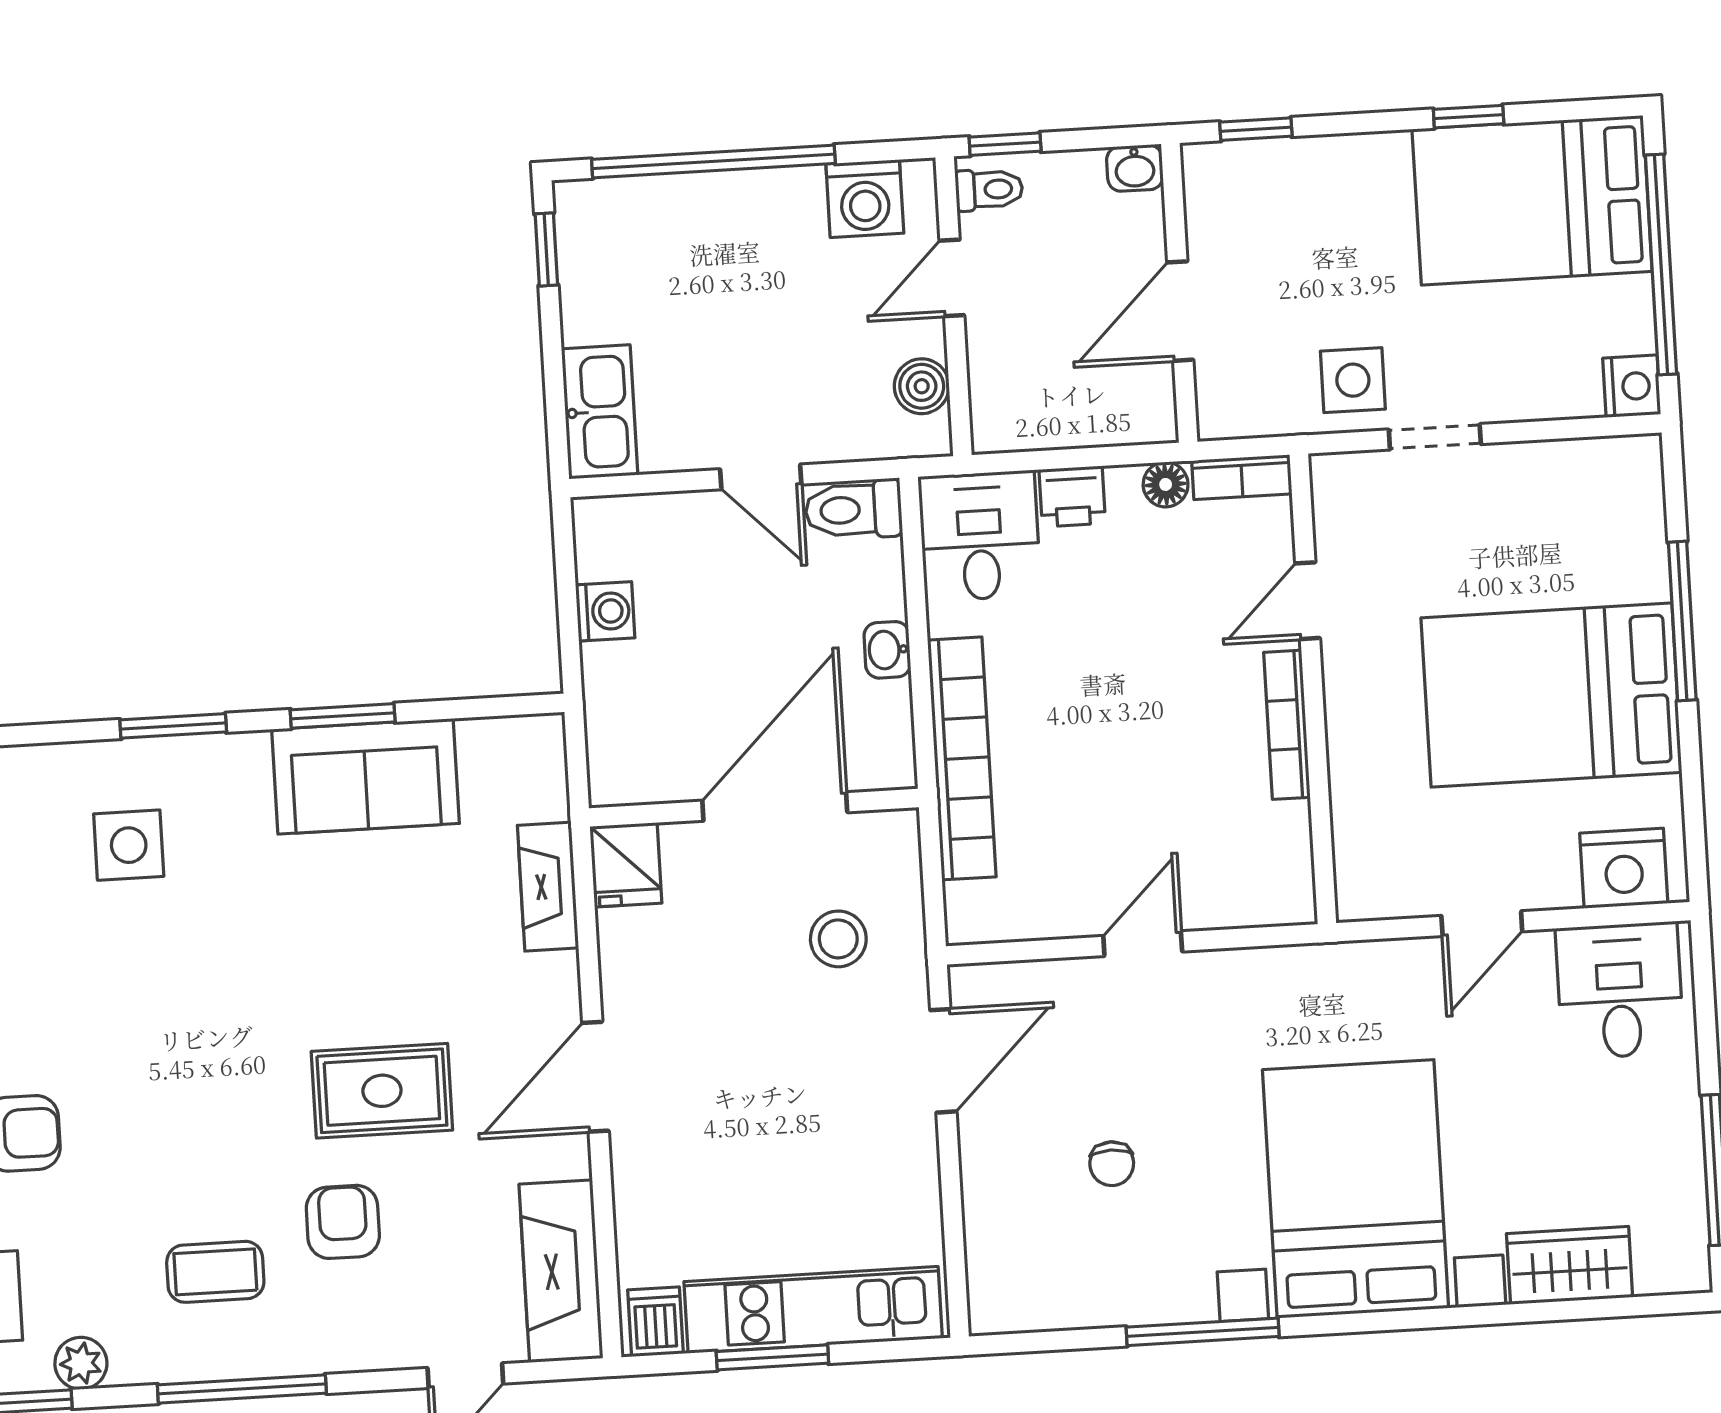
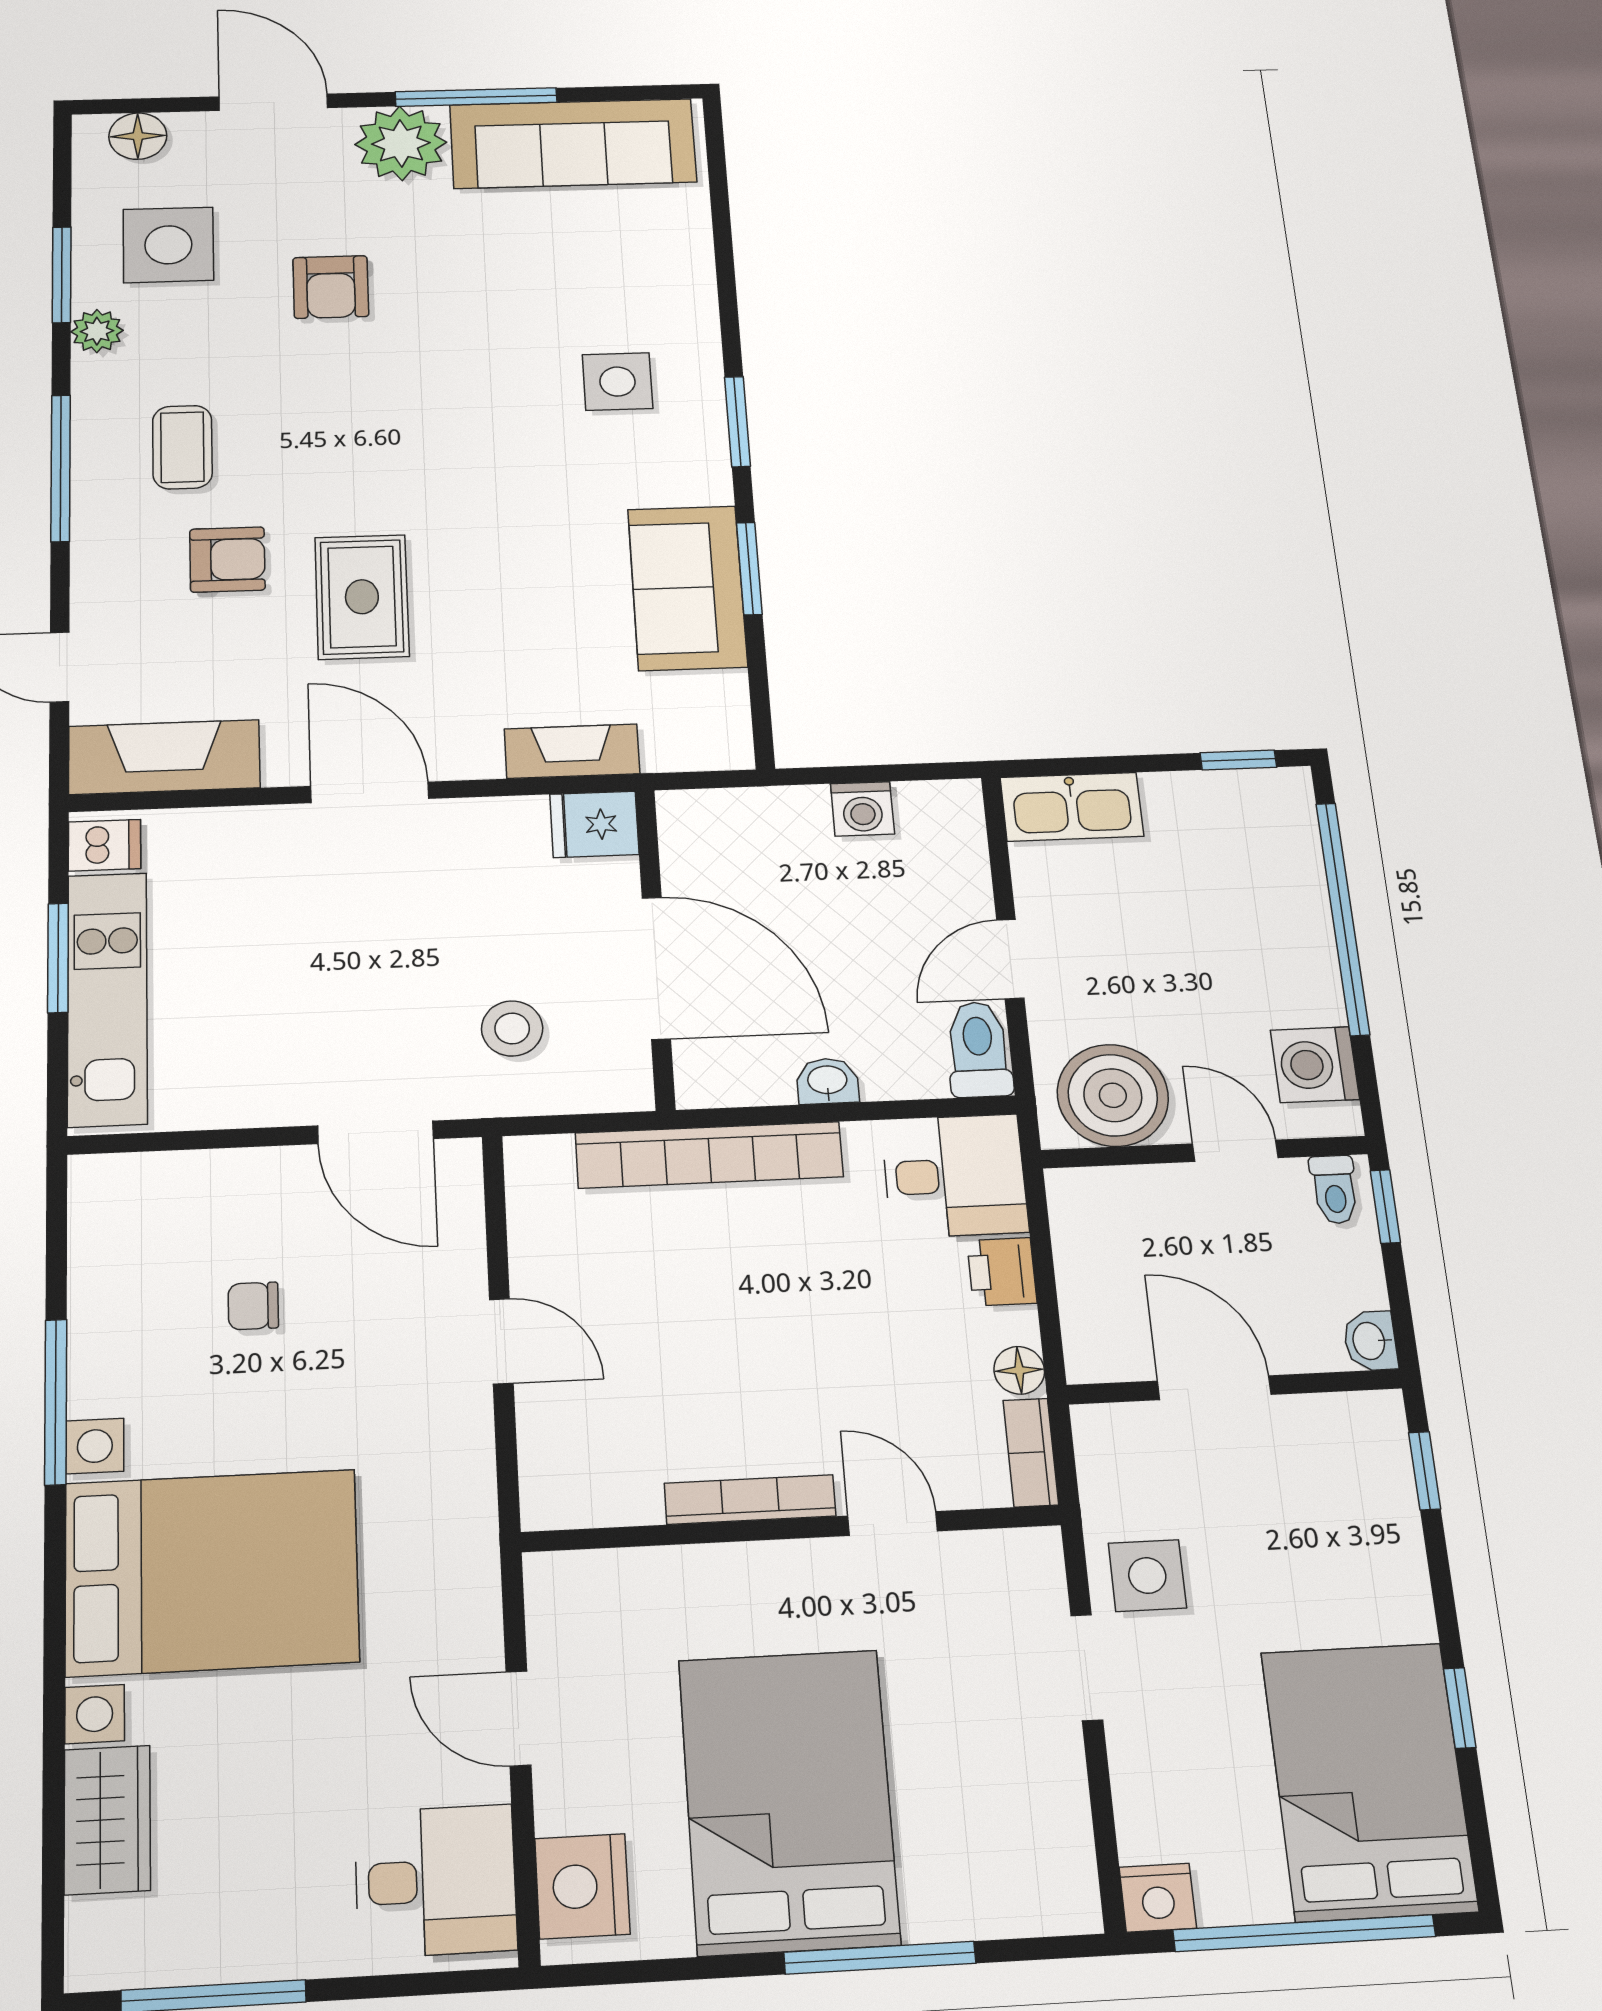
boiler: (922, 386) -> (1113, 1095), width x1.86, depth x1.86

